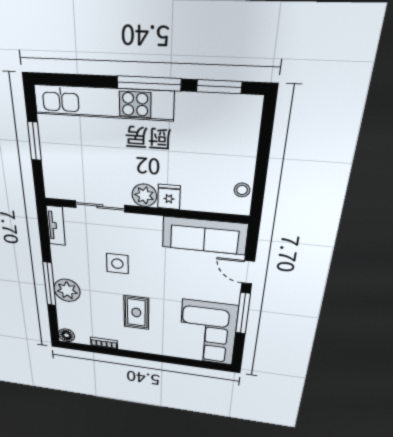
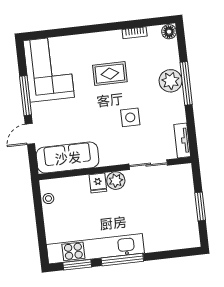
kitchen unit: (103, 103) -> (95, 249), moved
door: (248, 272) -> (30, 134), swing flipped
rug: (136, 312) -> (110, 74), turned 90

